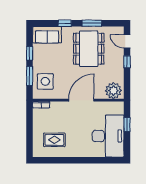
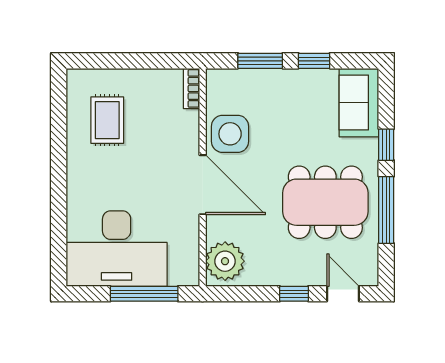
window: (92, 23) -> (386, 210), width x1.44
door: (127, 41) -> (343, 294), hinge flipped
side table: (45, 81) -> (230, 134), moved
window: (127, 125) -> (144, 294), width x2.17

